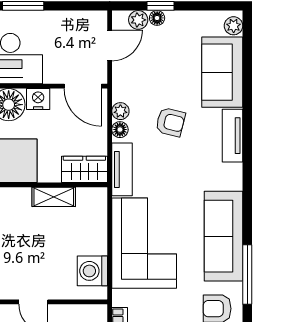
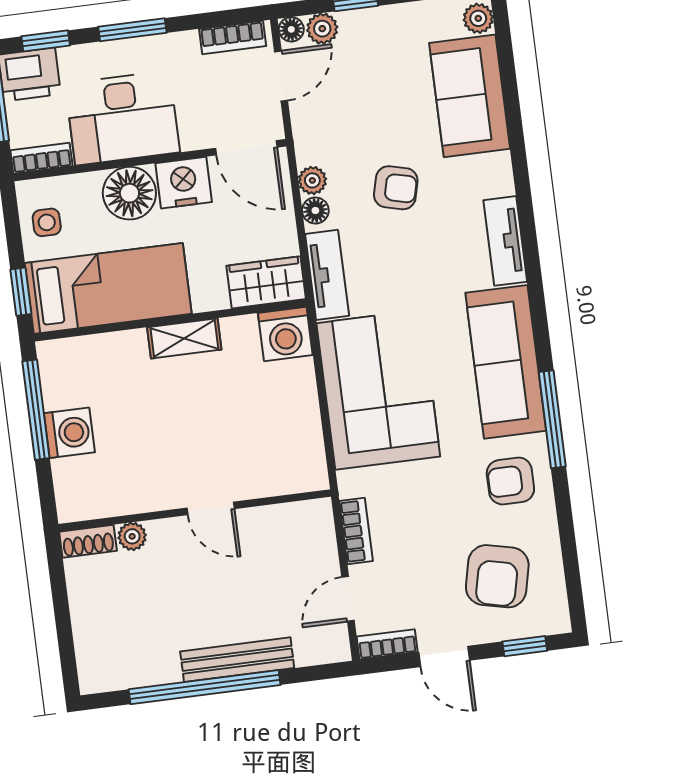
bookcase: (83, 18) -> (233, 37), added
floor lamp: (157, 18) -> (291, 29), moved
nightstand: (38, 99) -> (184, 183), width x1.36, depth x1.33
tv unit: (233, 136) -> (505, 241), moved
shelving: (54, 197) -> (184, 338), moved
washing machine: (92, 271) -> (285, 334), moved, turned -90

